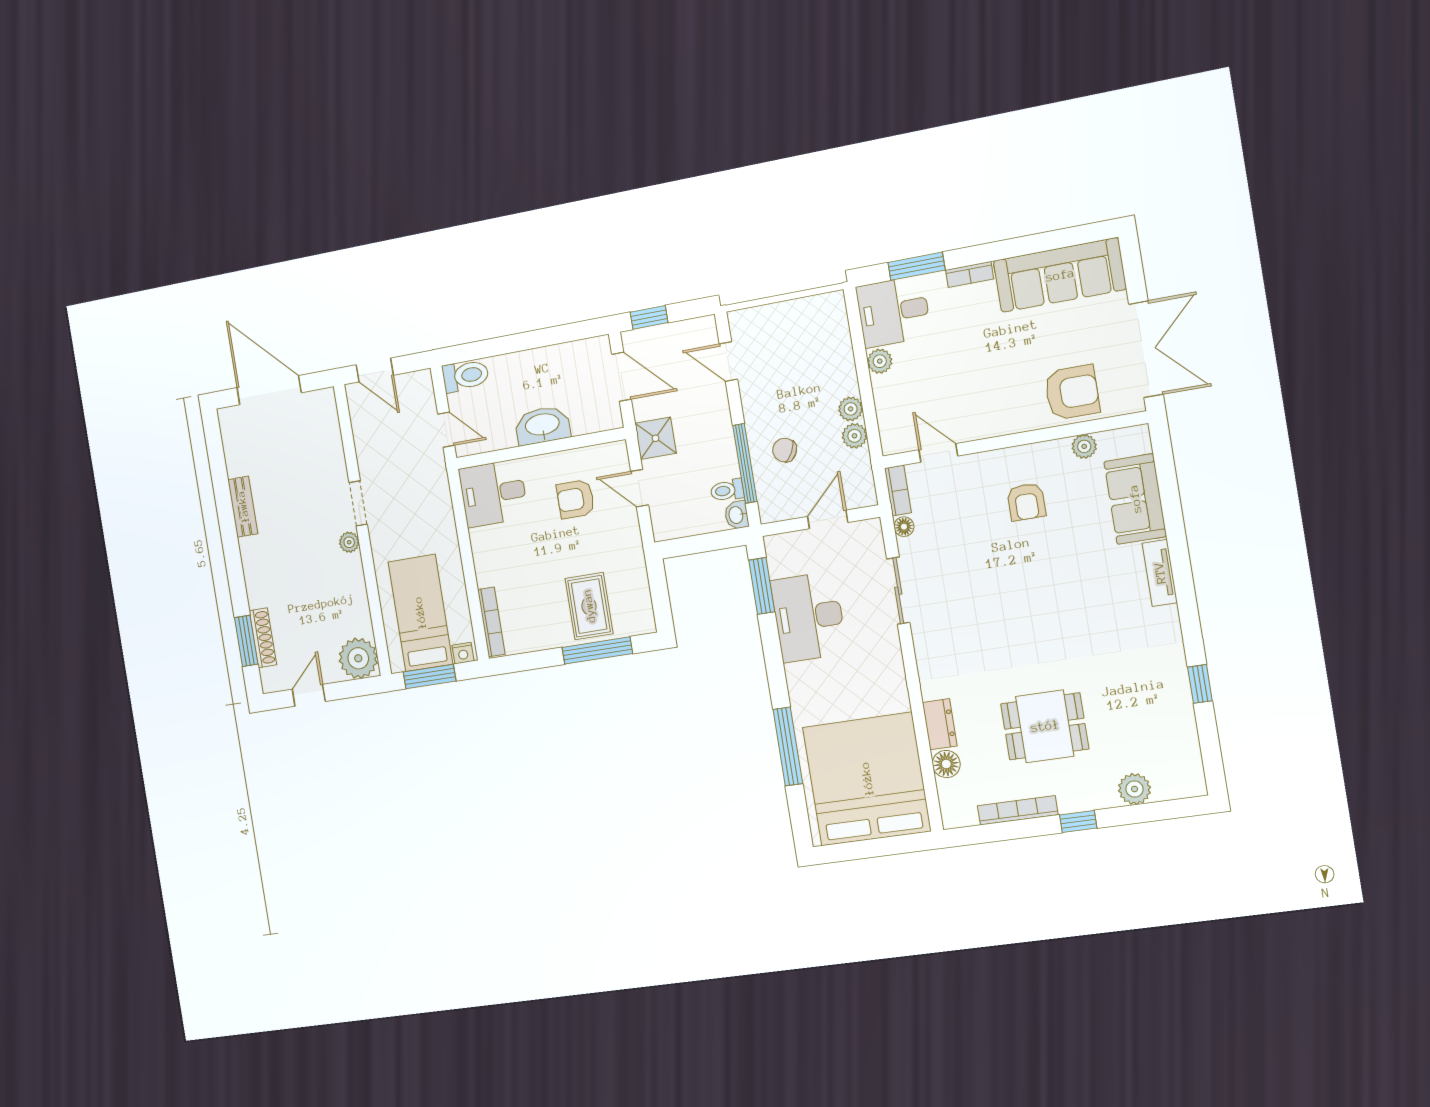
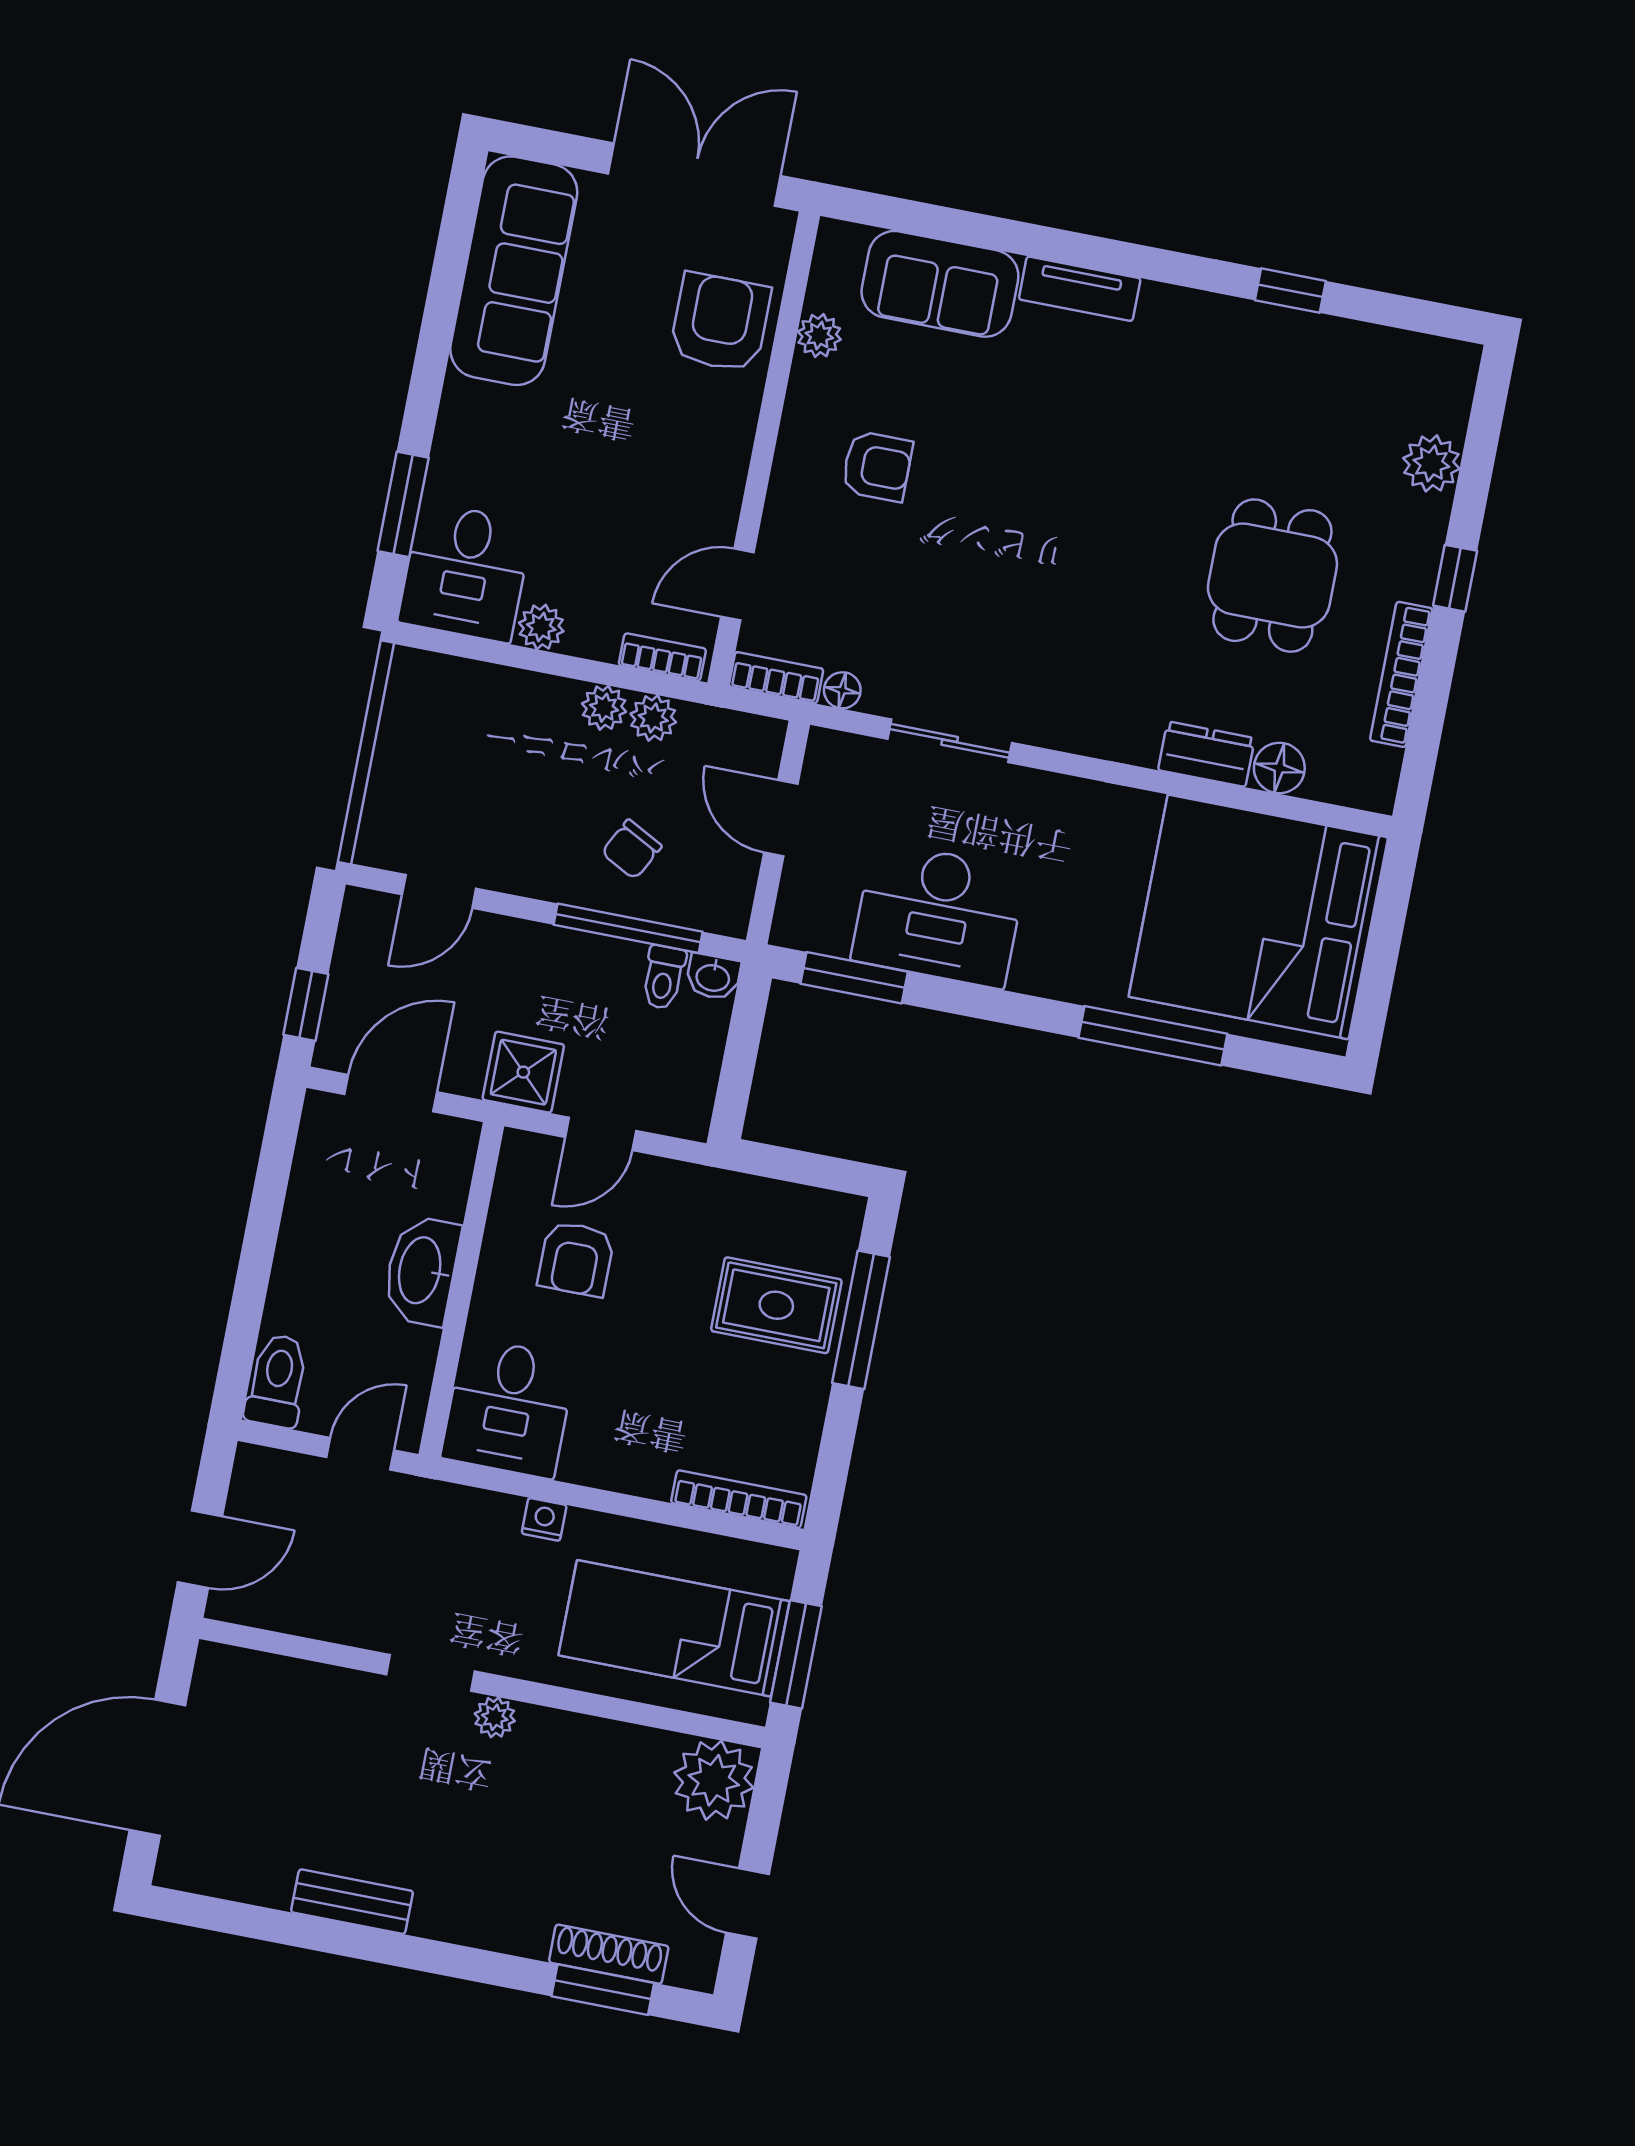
bookcase: (970, 274) -> (662, 657), moved, turned -90
nightstand: (463, 653) -> (544, 1519), moved, turned -90

